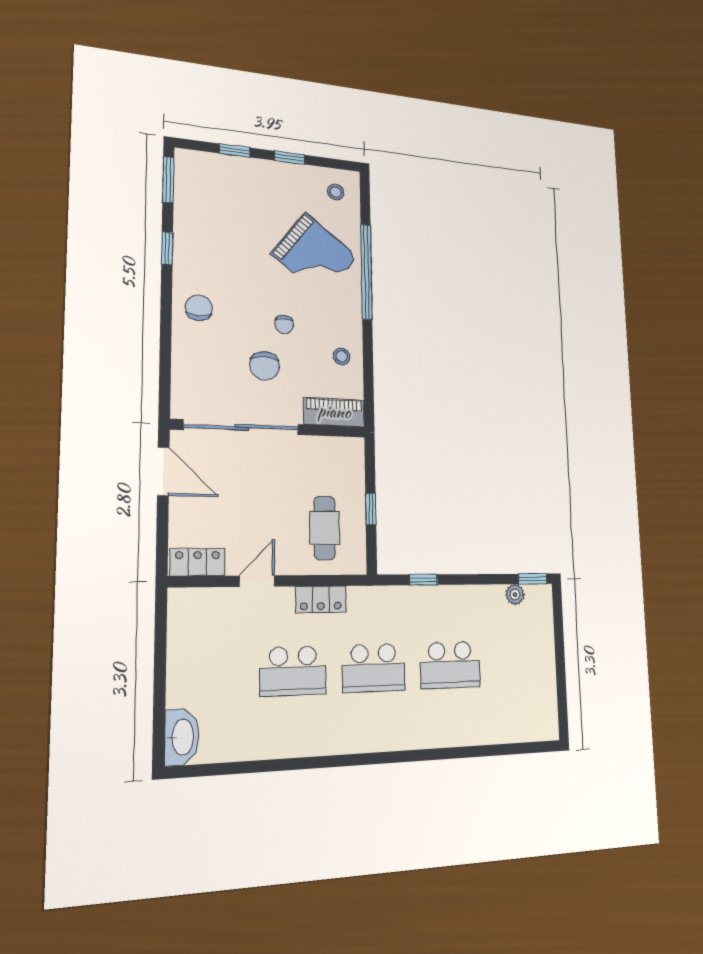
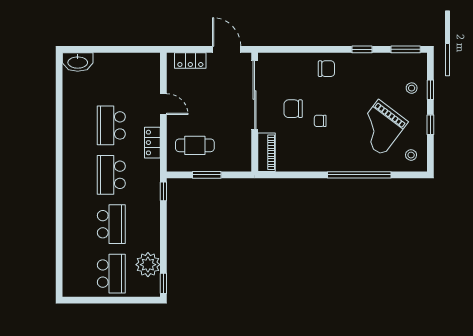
grand piano: (315, 255) -> (381, 128), moved
stool: (342, 356) -> (412, 88), moved
door: (163, 471) -> (227, 49), swing flipped
window: (371, 509) -> (207, 175), width x1.50
locker: (198, 562) -> (190, 61), moved, turned 90
window: (423, 580) -> (163, 191), moved
plant: (515, 594) -> (148, 265), width x1.88, depth x1.88
school desk: (523, 662) -> (111, 274), added
school desk: (450, 665) -> (111, 224), turned 180

